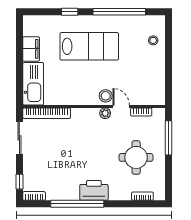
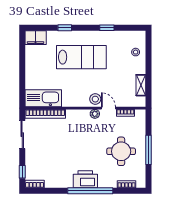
window: (119, 12) -> (107, 28), width x0.32
filing cabinet: (31, 49) -> (36, 38), moved, turned 90
shelving: (159, 80) -> (141, 85), added
kitchen sink: (33, 84) -> (43, 98), moved, turned -90
window: (169, 138) -> (149, 150), moved
window: (77, 204) -> (90, 191), moved

